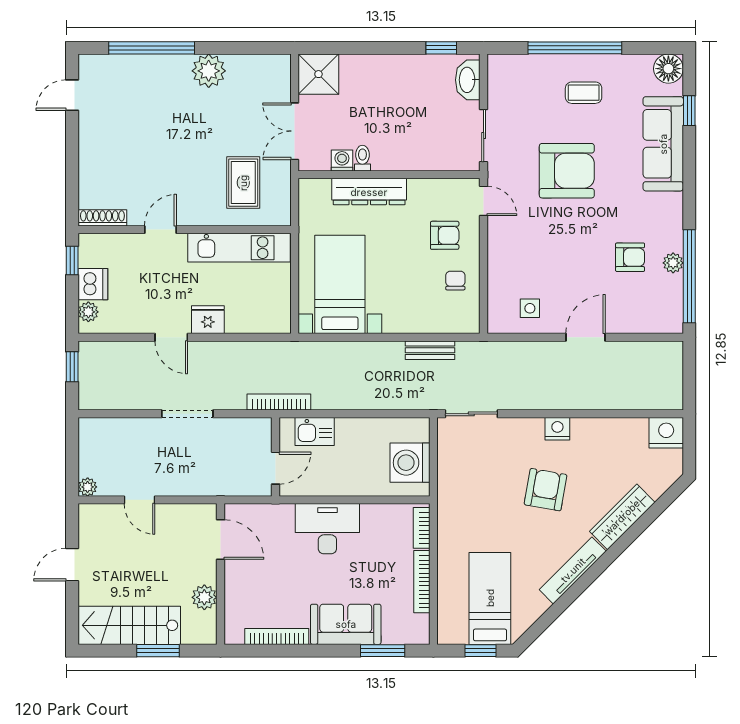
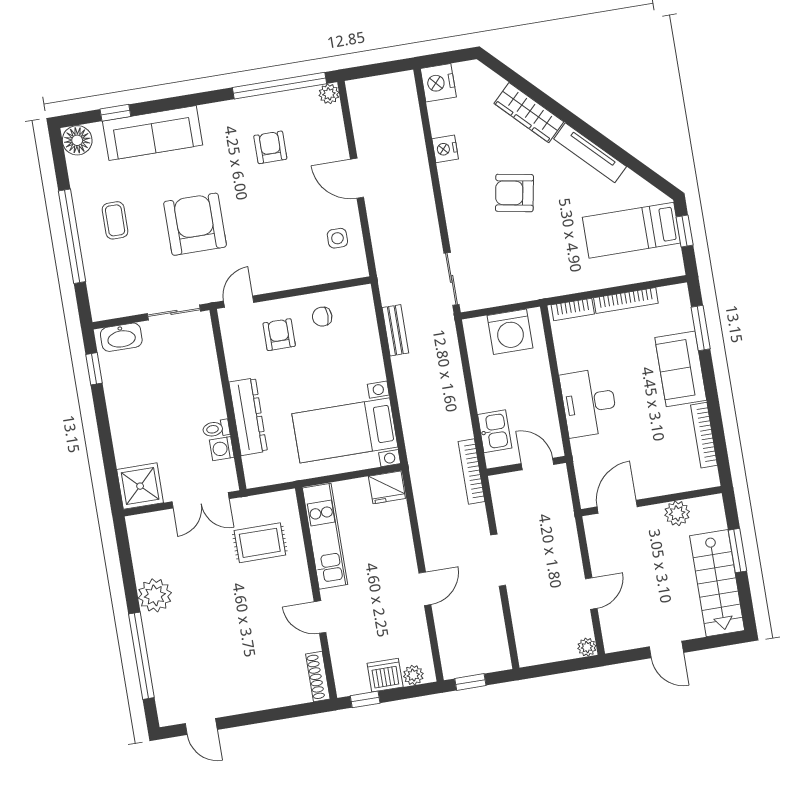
plant: (673, 263) -> (329, 94), moved
fridge: (208, 320) -> (387, 487), moved, turned -90
nightstand: (557, 429) -> (445, 149), moved

